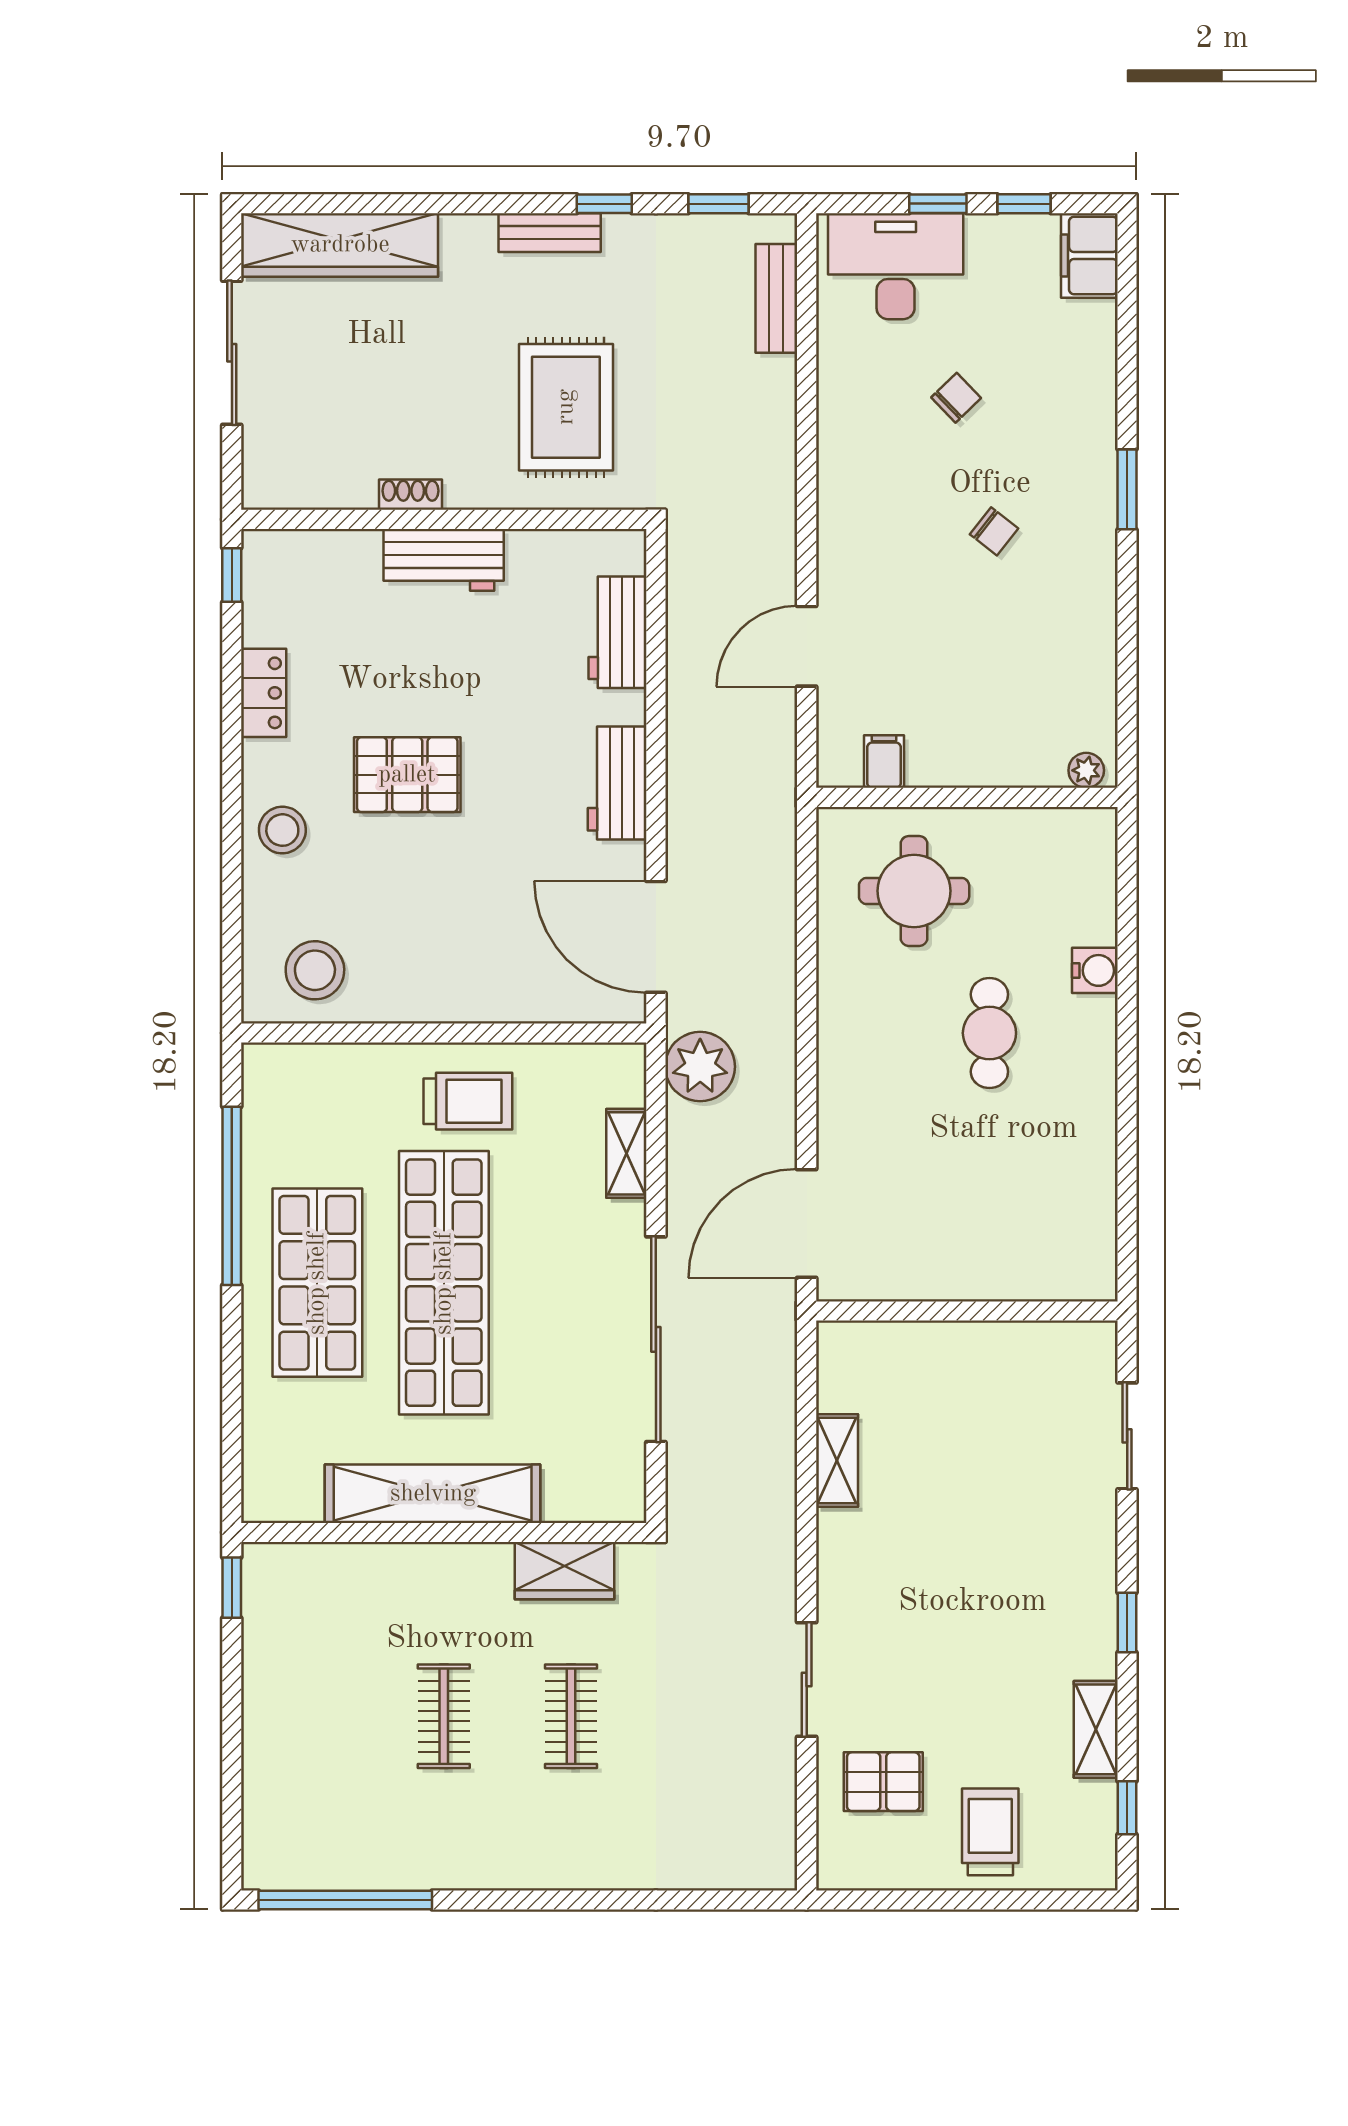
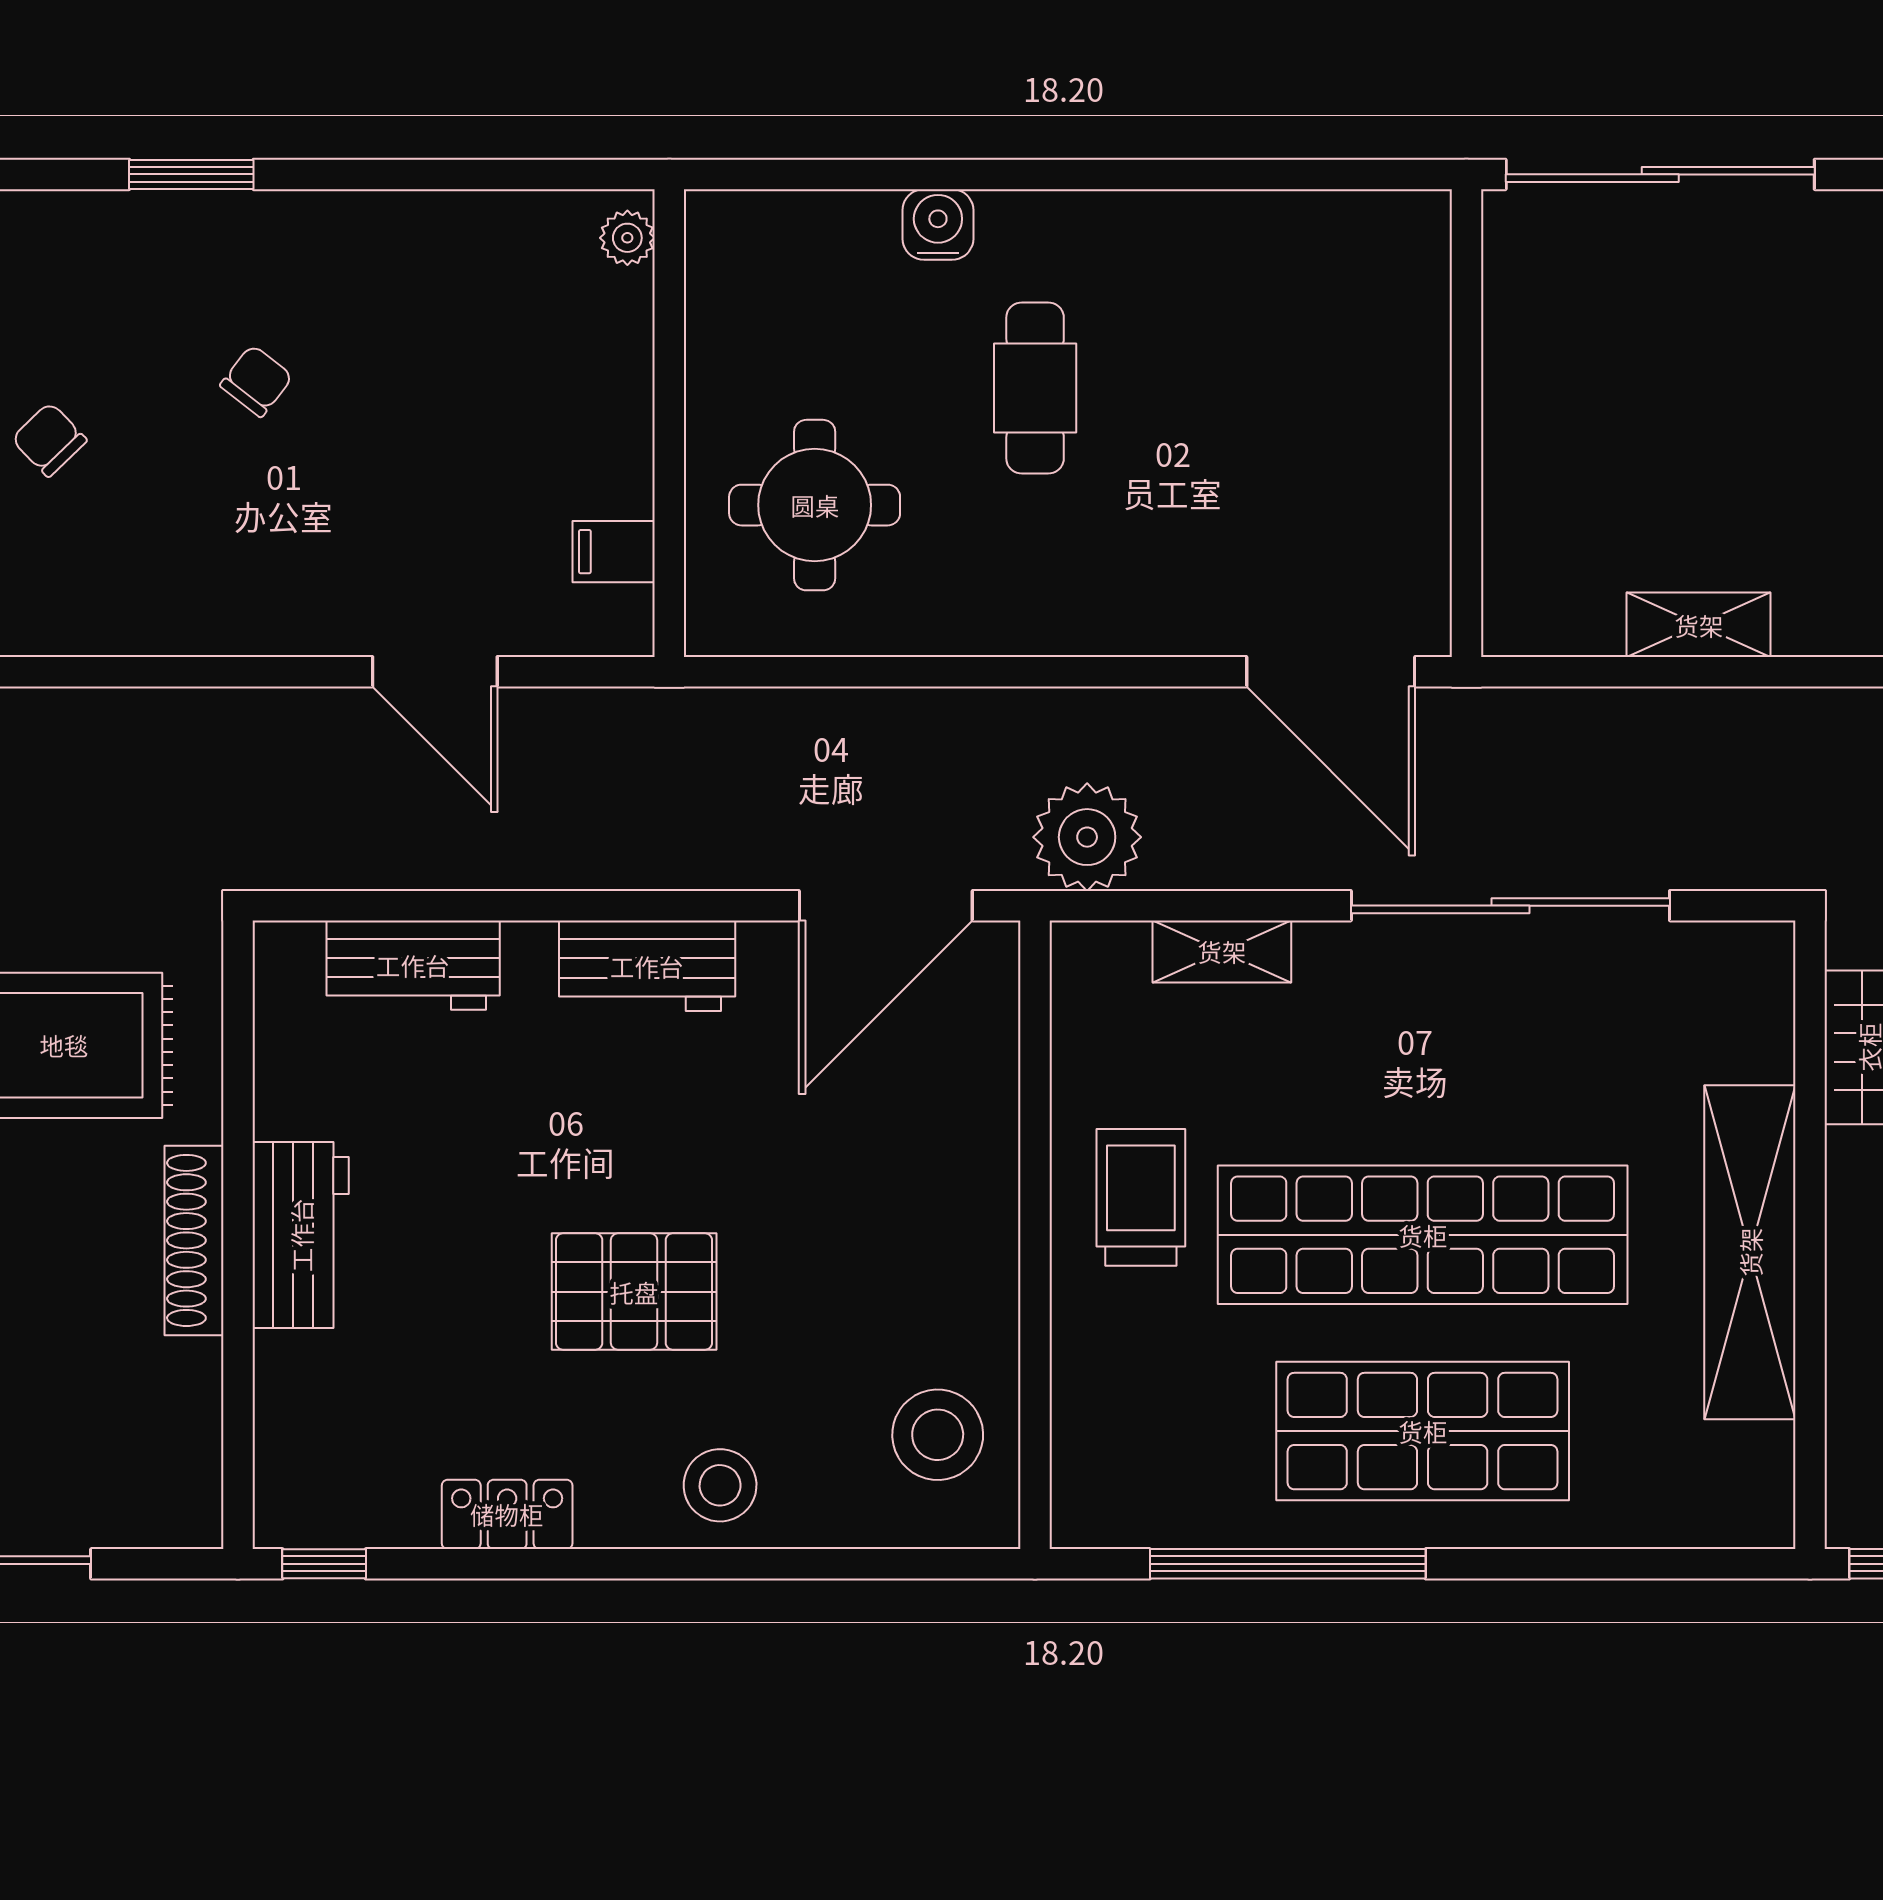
shoe rack: (410, 495) -> (194, 1240), width x1.94, depth x1.24
pallet: (407, 775) -> (634, 1292), turned 90
cafe table: (989, 1033) -> (1035, 388), turned 90
sliding door: (1127, 1436) -> (1660, 174), width x1.86

